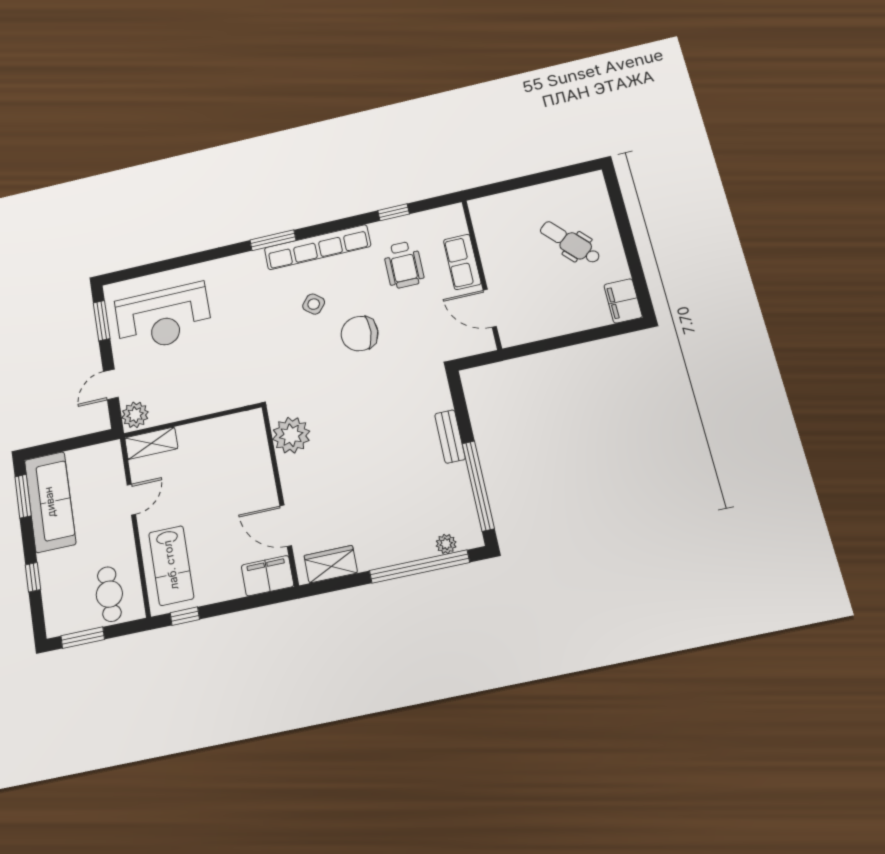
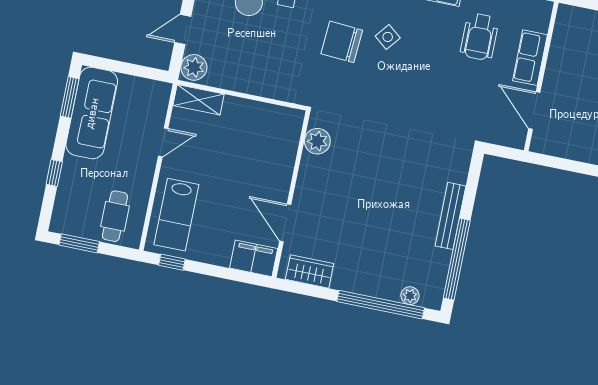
chair: (360, 334) -> (342, 42), moved
plant: (291, 435) -> (317, 141), width x0.73, depth x0.73
bench: (450, 436) -> (450, 216), width x1.36

